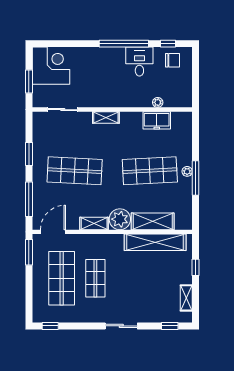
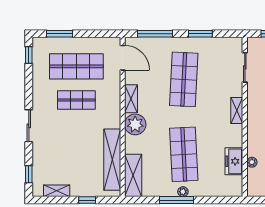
shelving: (153, 221) -> (133, 175), moved
window: (29, 252) -> (60, 34), moved

